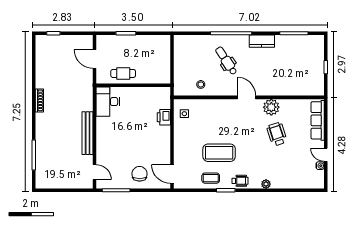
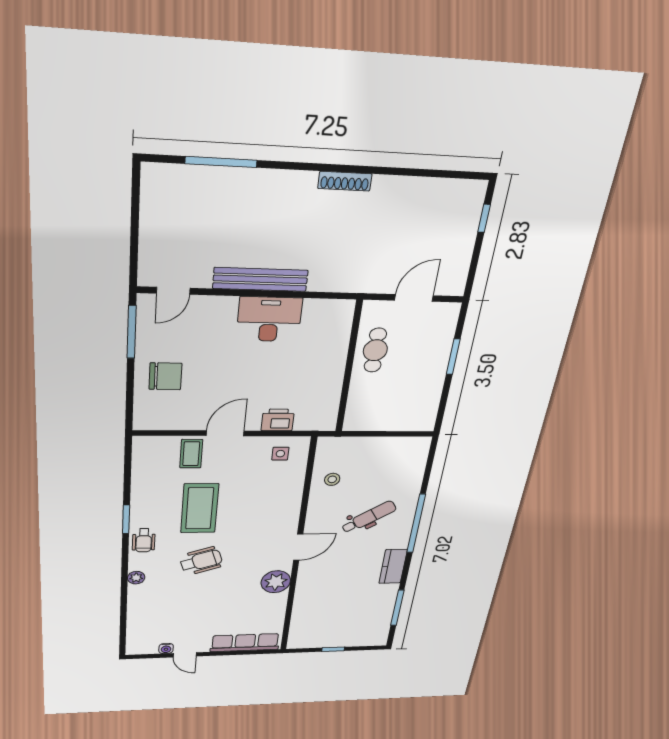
desk: (108, 102) -> (269, 319), moved
wheelchair: (277, 134) -> (201, 561), moved
door: (326, 155) -> (185, 655), swing flipped
door: (172, 174) -> (225, 433), moved
coffee table: (211, 178) -> (191, 454), moved

